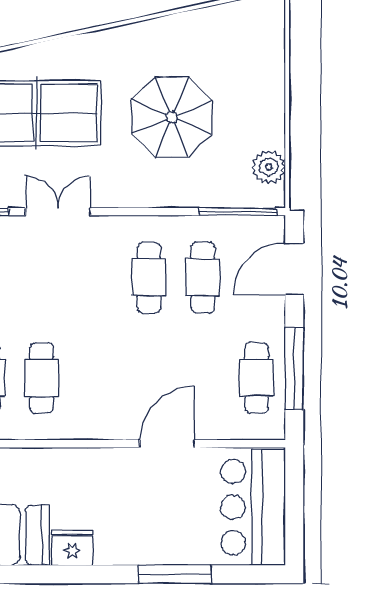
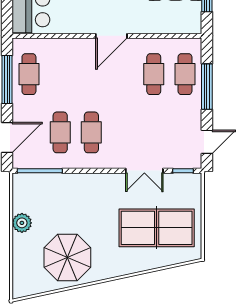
parasol: (172, 117) -> (67, 257), moved
plant: (269, 167) -> (22, 223), moved
door: (167, 444) -> (111, 36), moved

